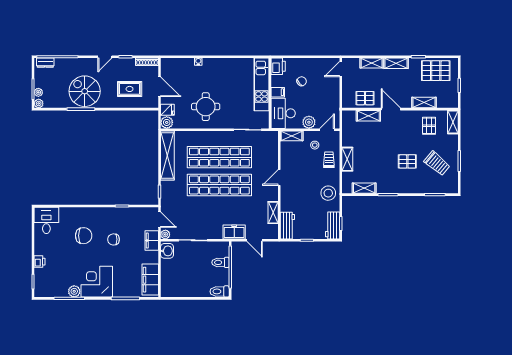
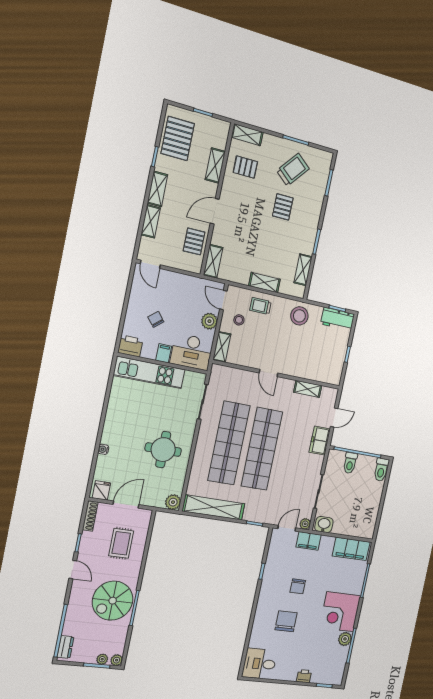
fridge: (167, 110) -> (101, 490), moved
shelving: (368, 116) -> (213, 261), moved
workbench: (287, 226) -> (326, 375), removed

